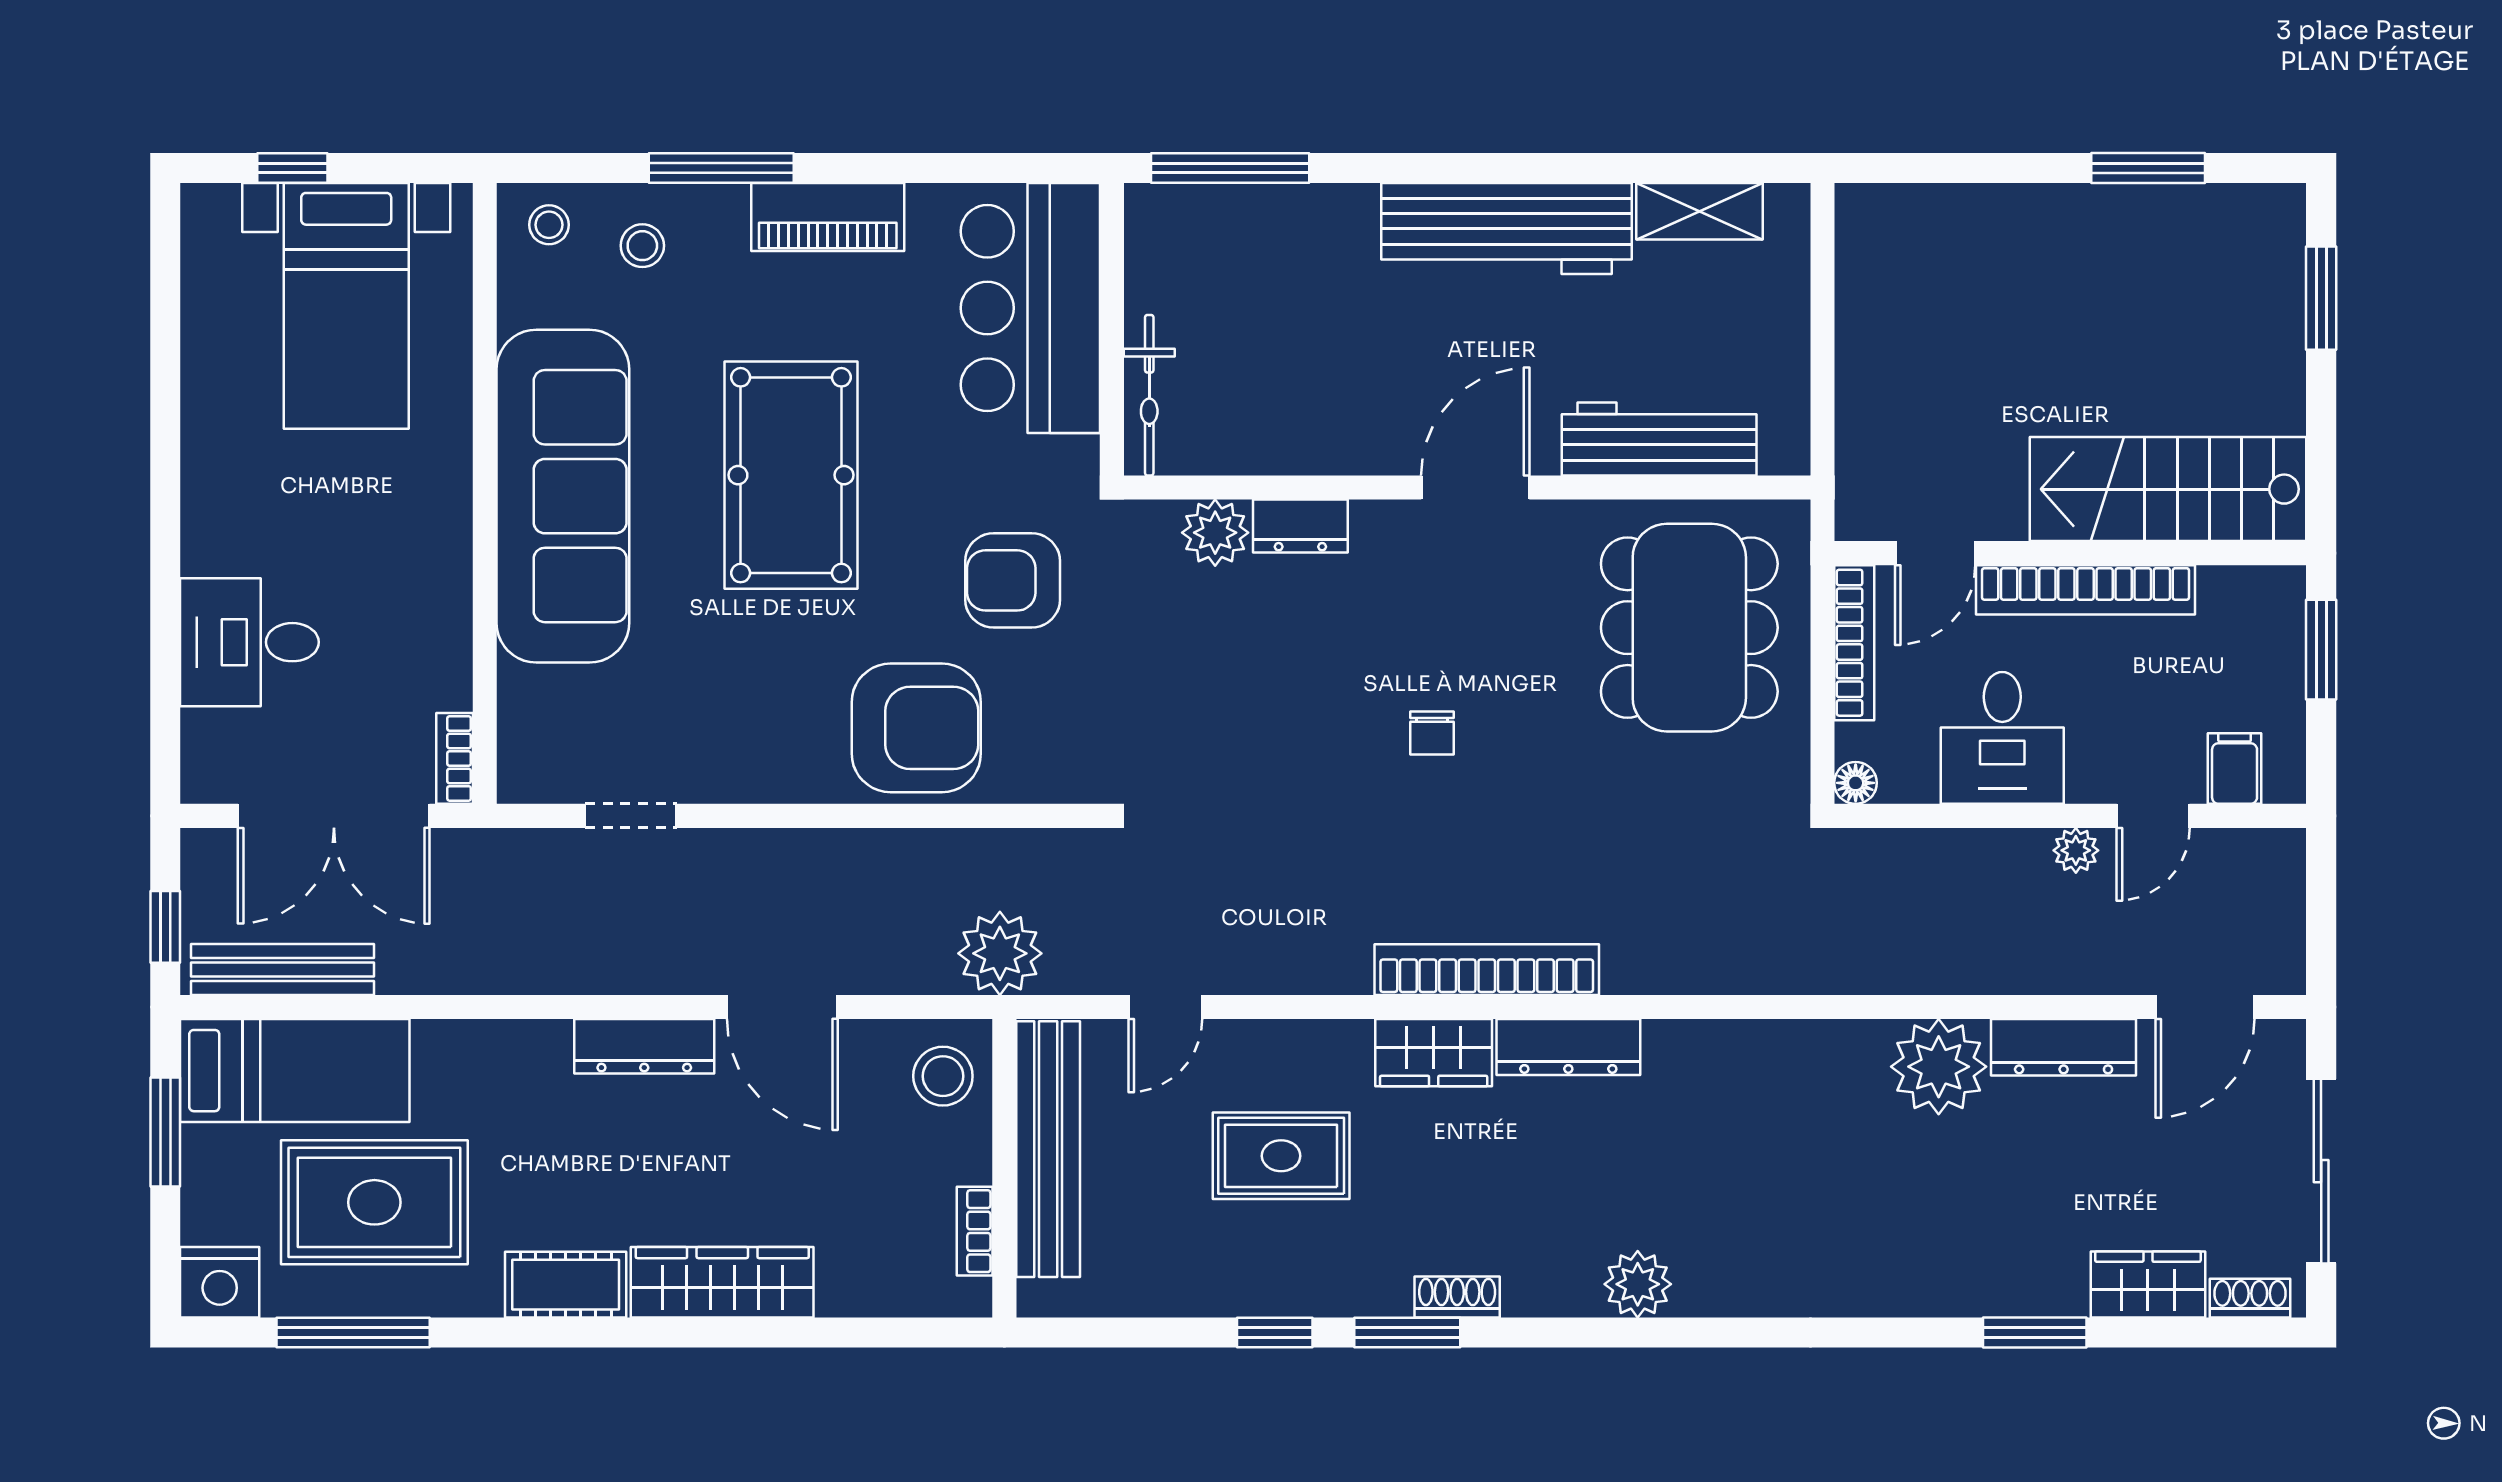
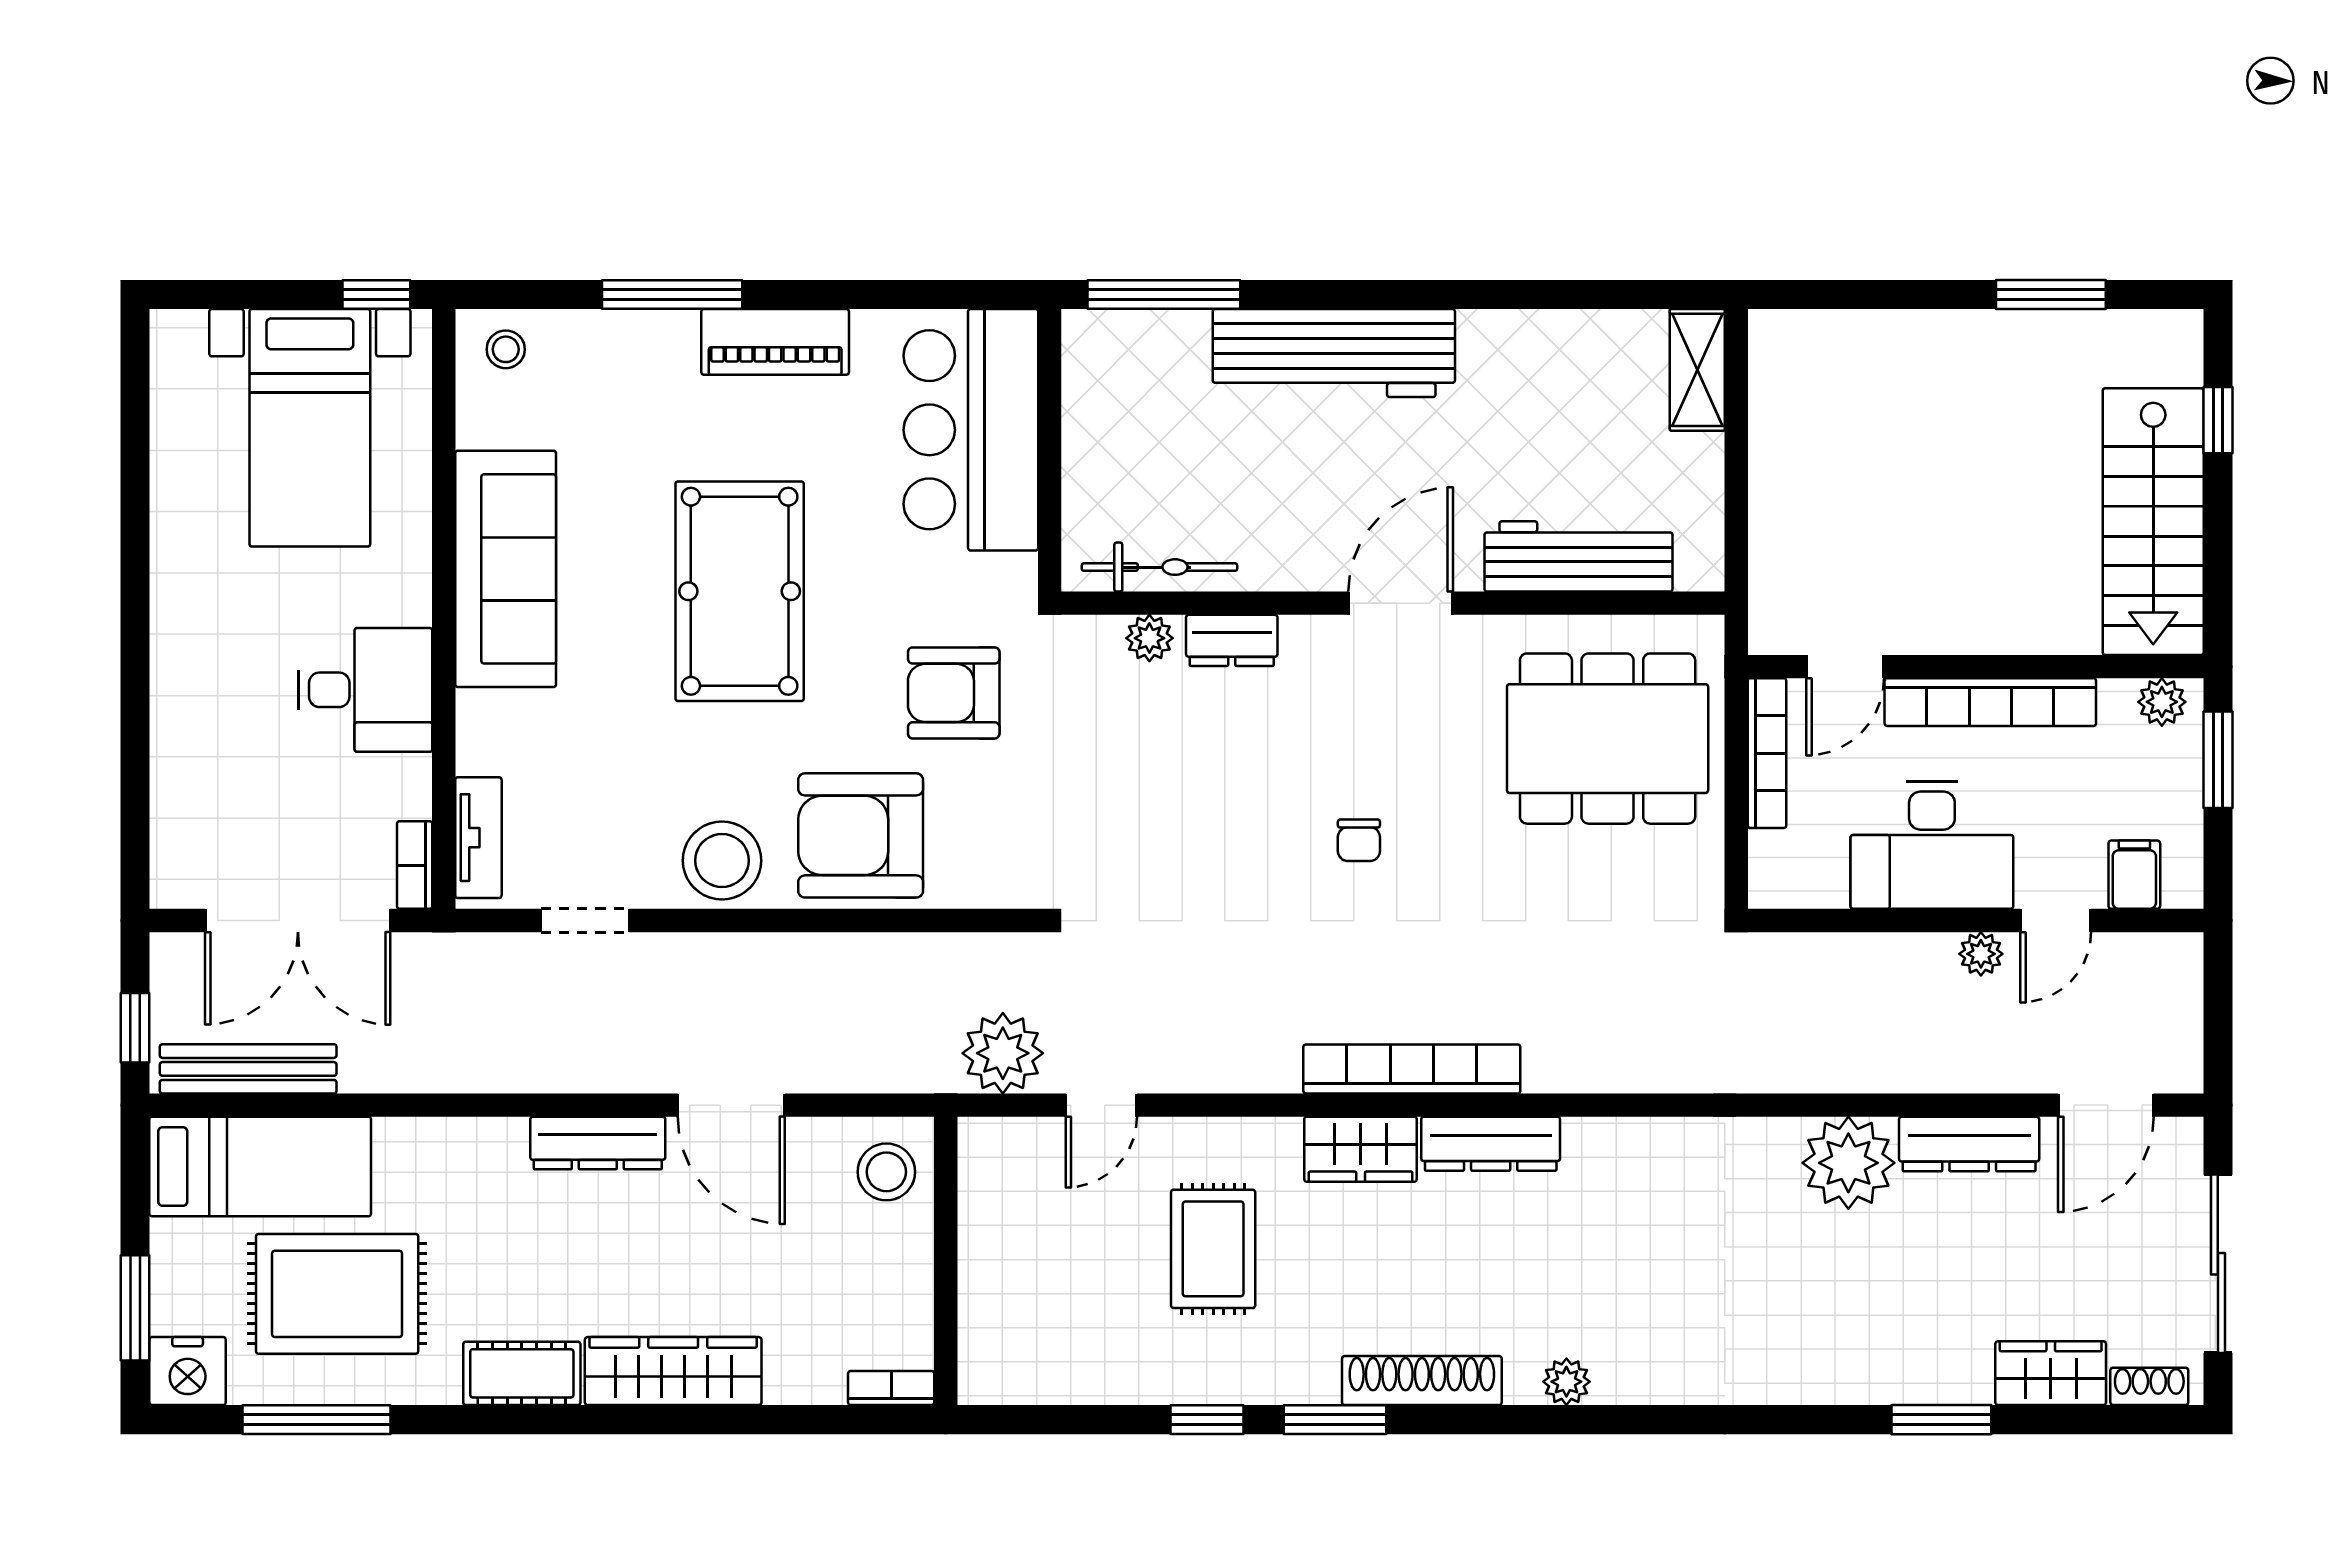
window: (292, 168) -> (376, 294), moved
shelving: (1700, 211) -> (1697, 370), moved, turned 90
workbench: (1506, 229) -> (1334, 353), moved
stool: (642, 246) -> (722, 860), moved, width x1.89, depth x1.89
window: (2321, 298) -> (2218, 420), width x0.67
bicycle: (1149, 395) -> (1159, 567), moved, turned -90
stairs: (2168, 489) -> (2153, 522), moved, turned -90
sofa: (563, 496) -> (506, 569), width x0.74, depth x0.79
plant: (1215, 533) -> (1149, 638), width x0.73, depth x0.73
plant: (2263, 590) -> (2162, 702), added
dining table: (1689, 628) -> (1608, 739), turned 90
desk: (249, 642) -> (365, 690), moved, turned 180
armchair: (916, 728) -> (861, 835), turned 180
tv unit: (521, 730) -> (478, 838), added
desk: (2002, 738) -> (1932, 845), width x1.37
floor lamp: (1856, 783) -> (1768, 889), removed
plant: (1000, 953) -> (1003, 1053), moved
window: (165, 1132) -> (135, 1308), moved
bench: (1048, 1149) -> (988, 1242), removed
rug: (1281, 1156) -> (1213, 1249), turned 90
bookcase: (975, 1231) -> (891, 1388), moved, turned 90
plant: (1638, 1284) -> (1566, 1382), width x0.73, depth x0.73
shoe rack: (1457, 1297) -> (1422, 1381), width x1.94, depth x1.24

